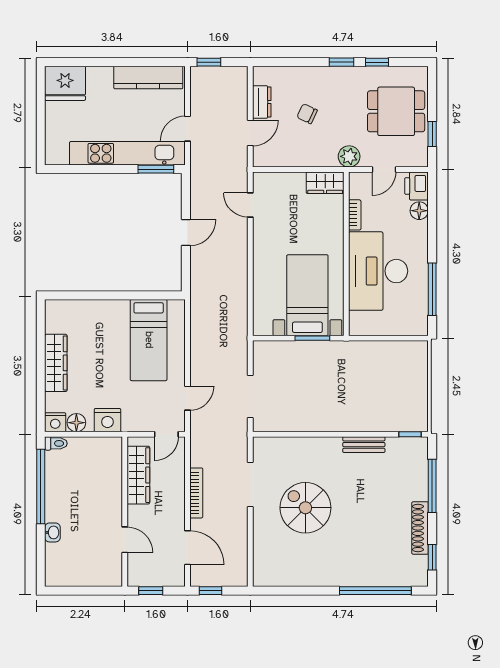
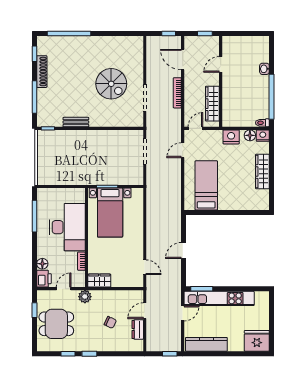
door: (125, 540) -> (221, 64), hinge flipped

